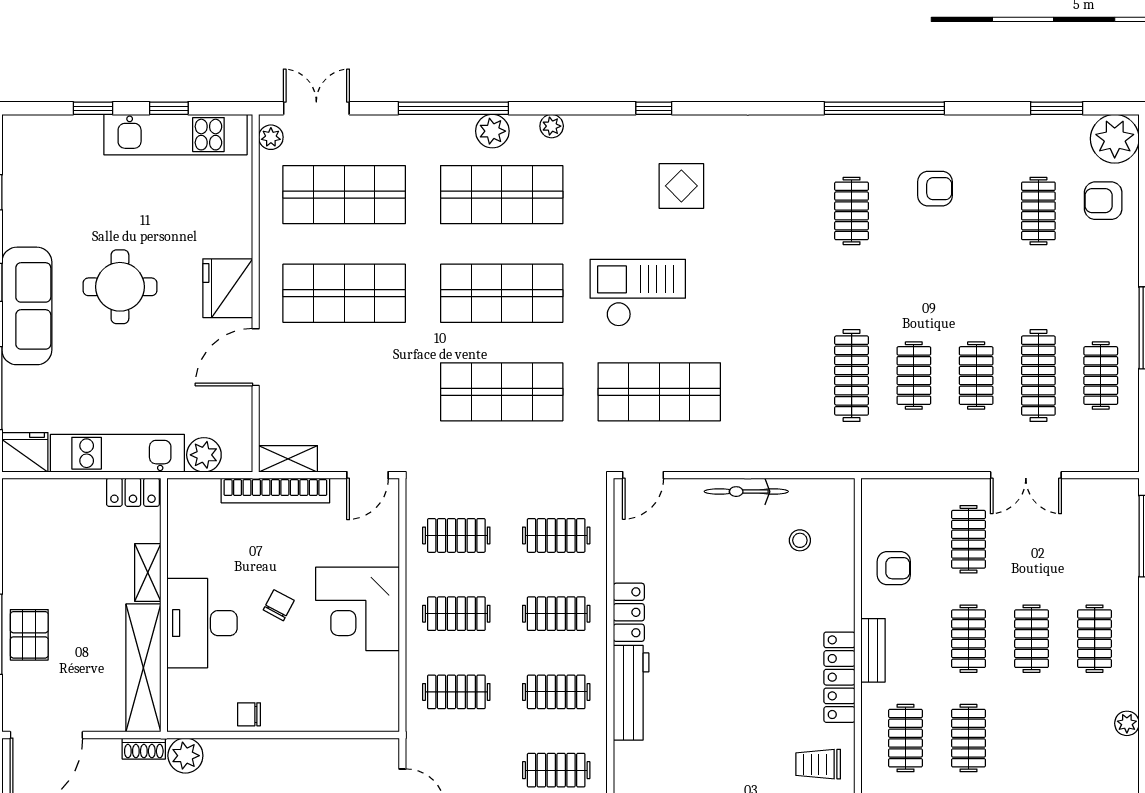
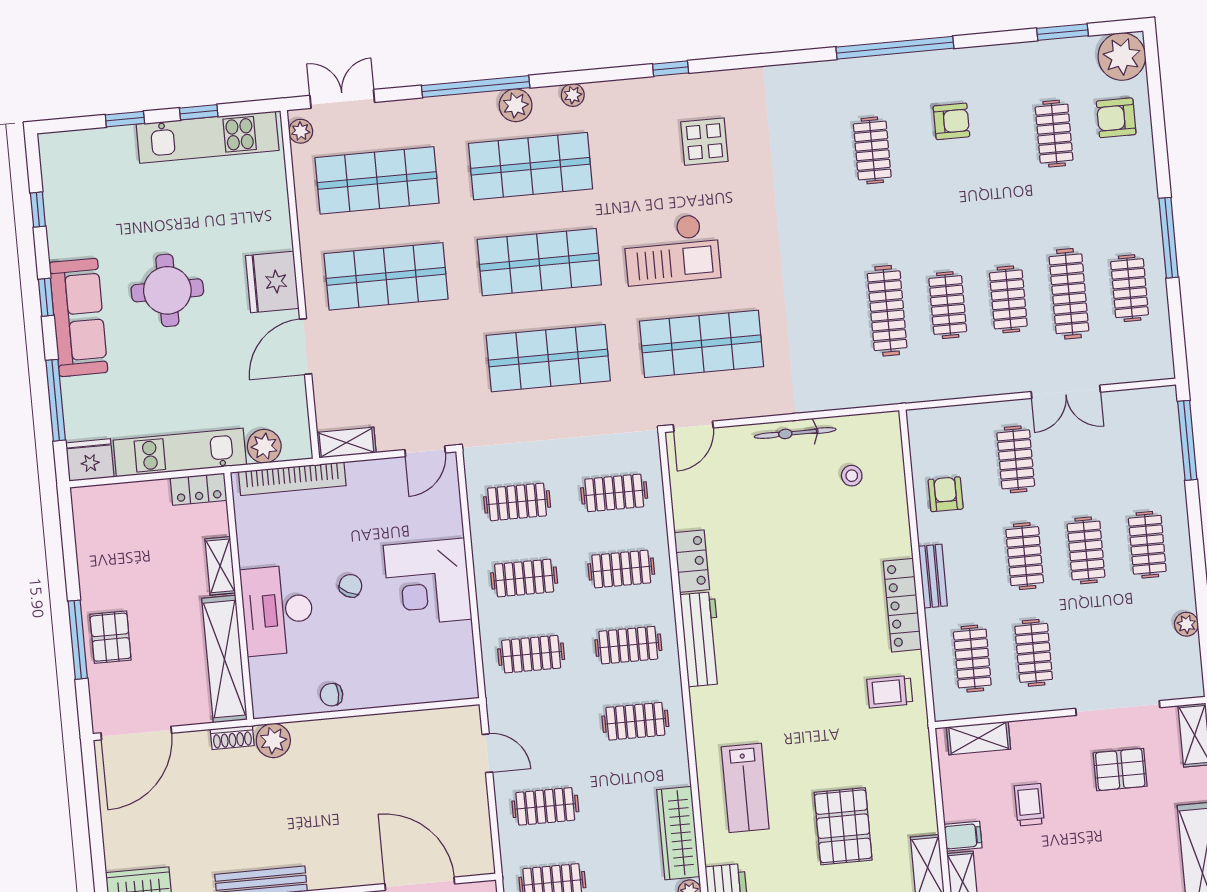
checkout: (638, 293) -> (672, 249), turned 180
bookcase: (275, 490) -> (292, 479), moved
armchair: (894, 568) -> (946, 494), turned -90

